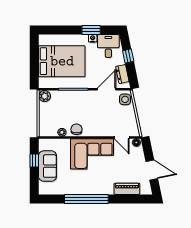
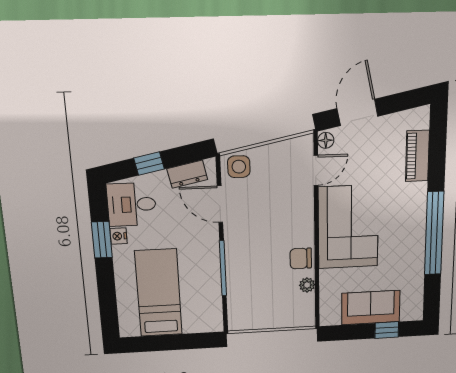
bed: (62, 61) -> (159, 293), width x0.67
plant: (45, 96) -> (239, 320), removed
window: (34, 161) -> (387, 330), moved
door: (152, 170) -> (358, 112), moved

